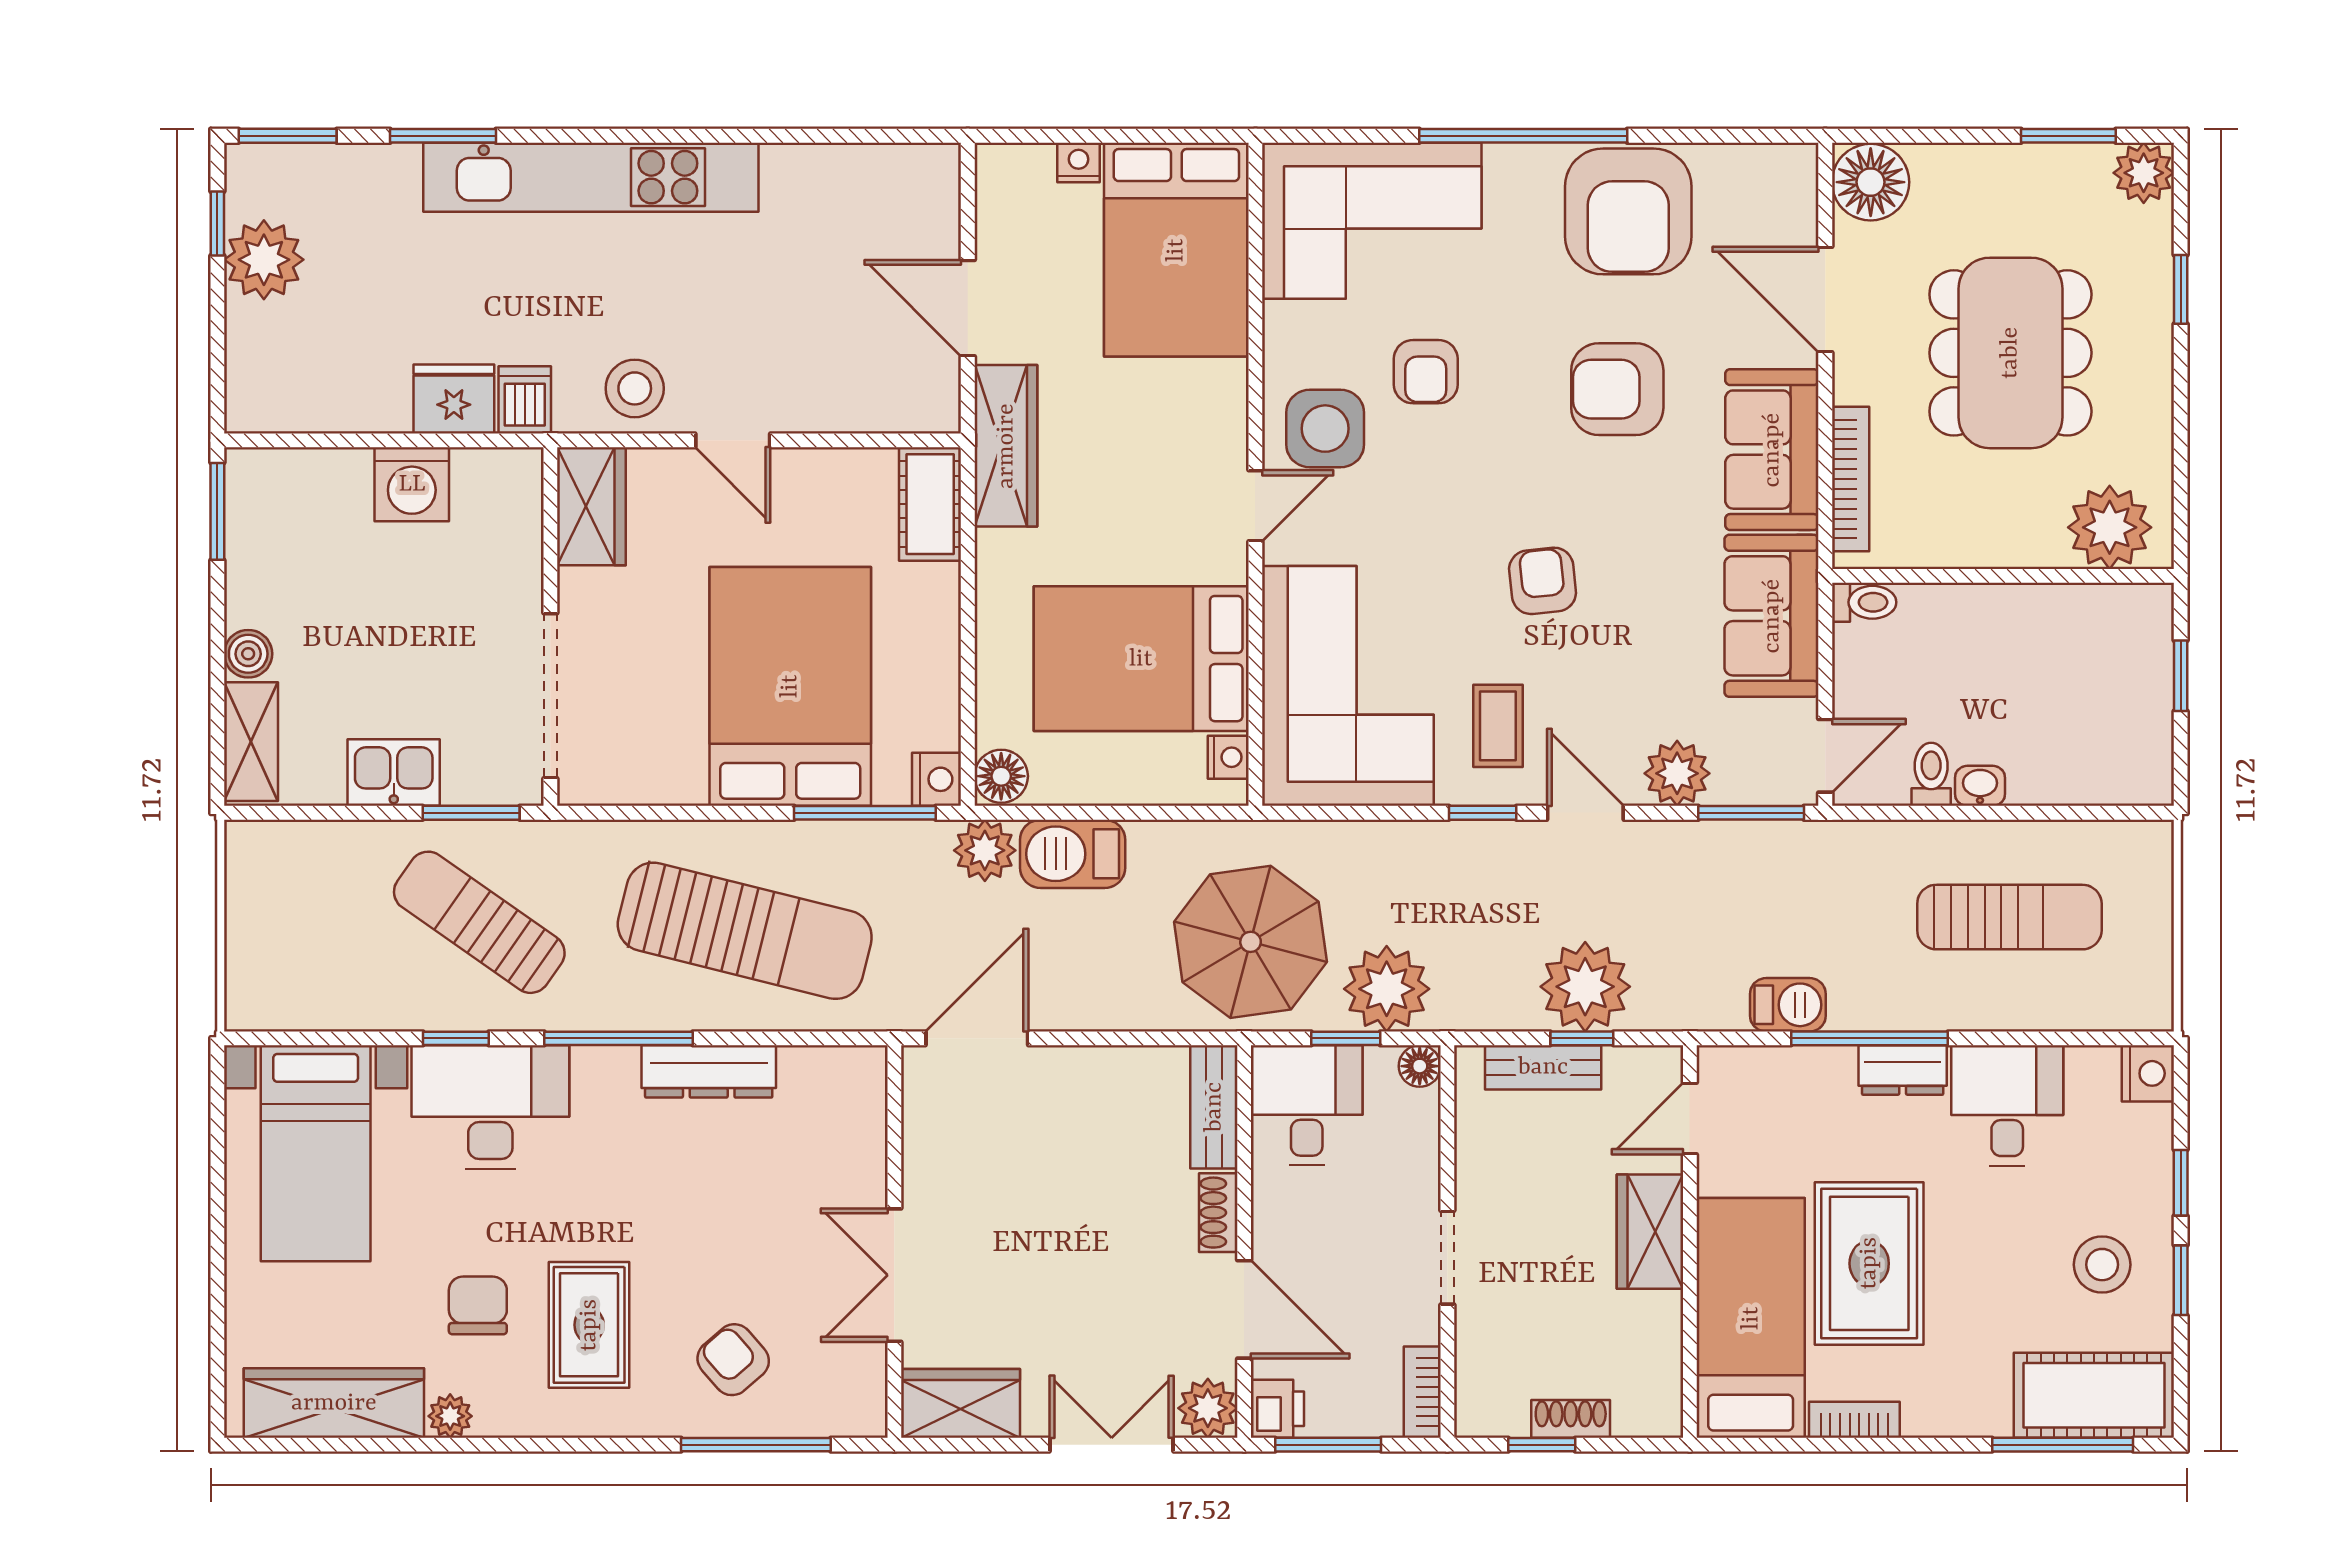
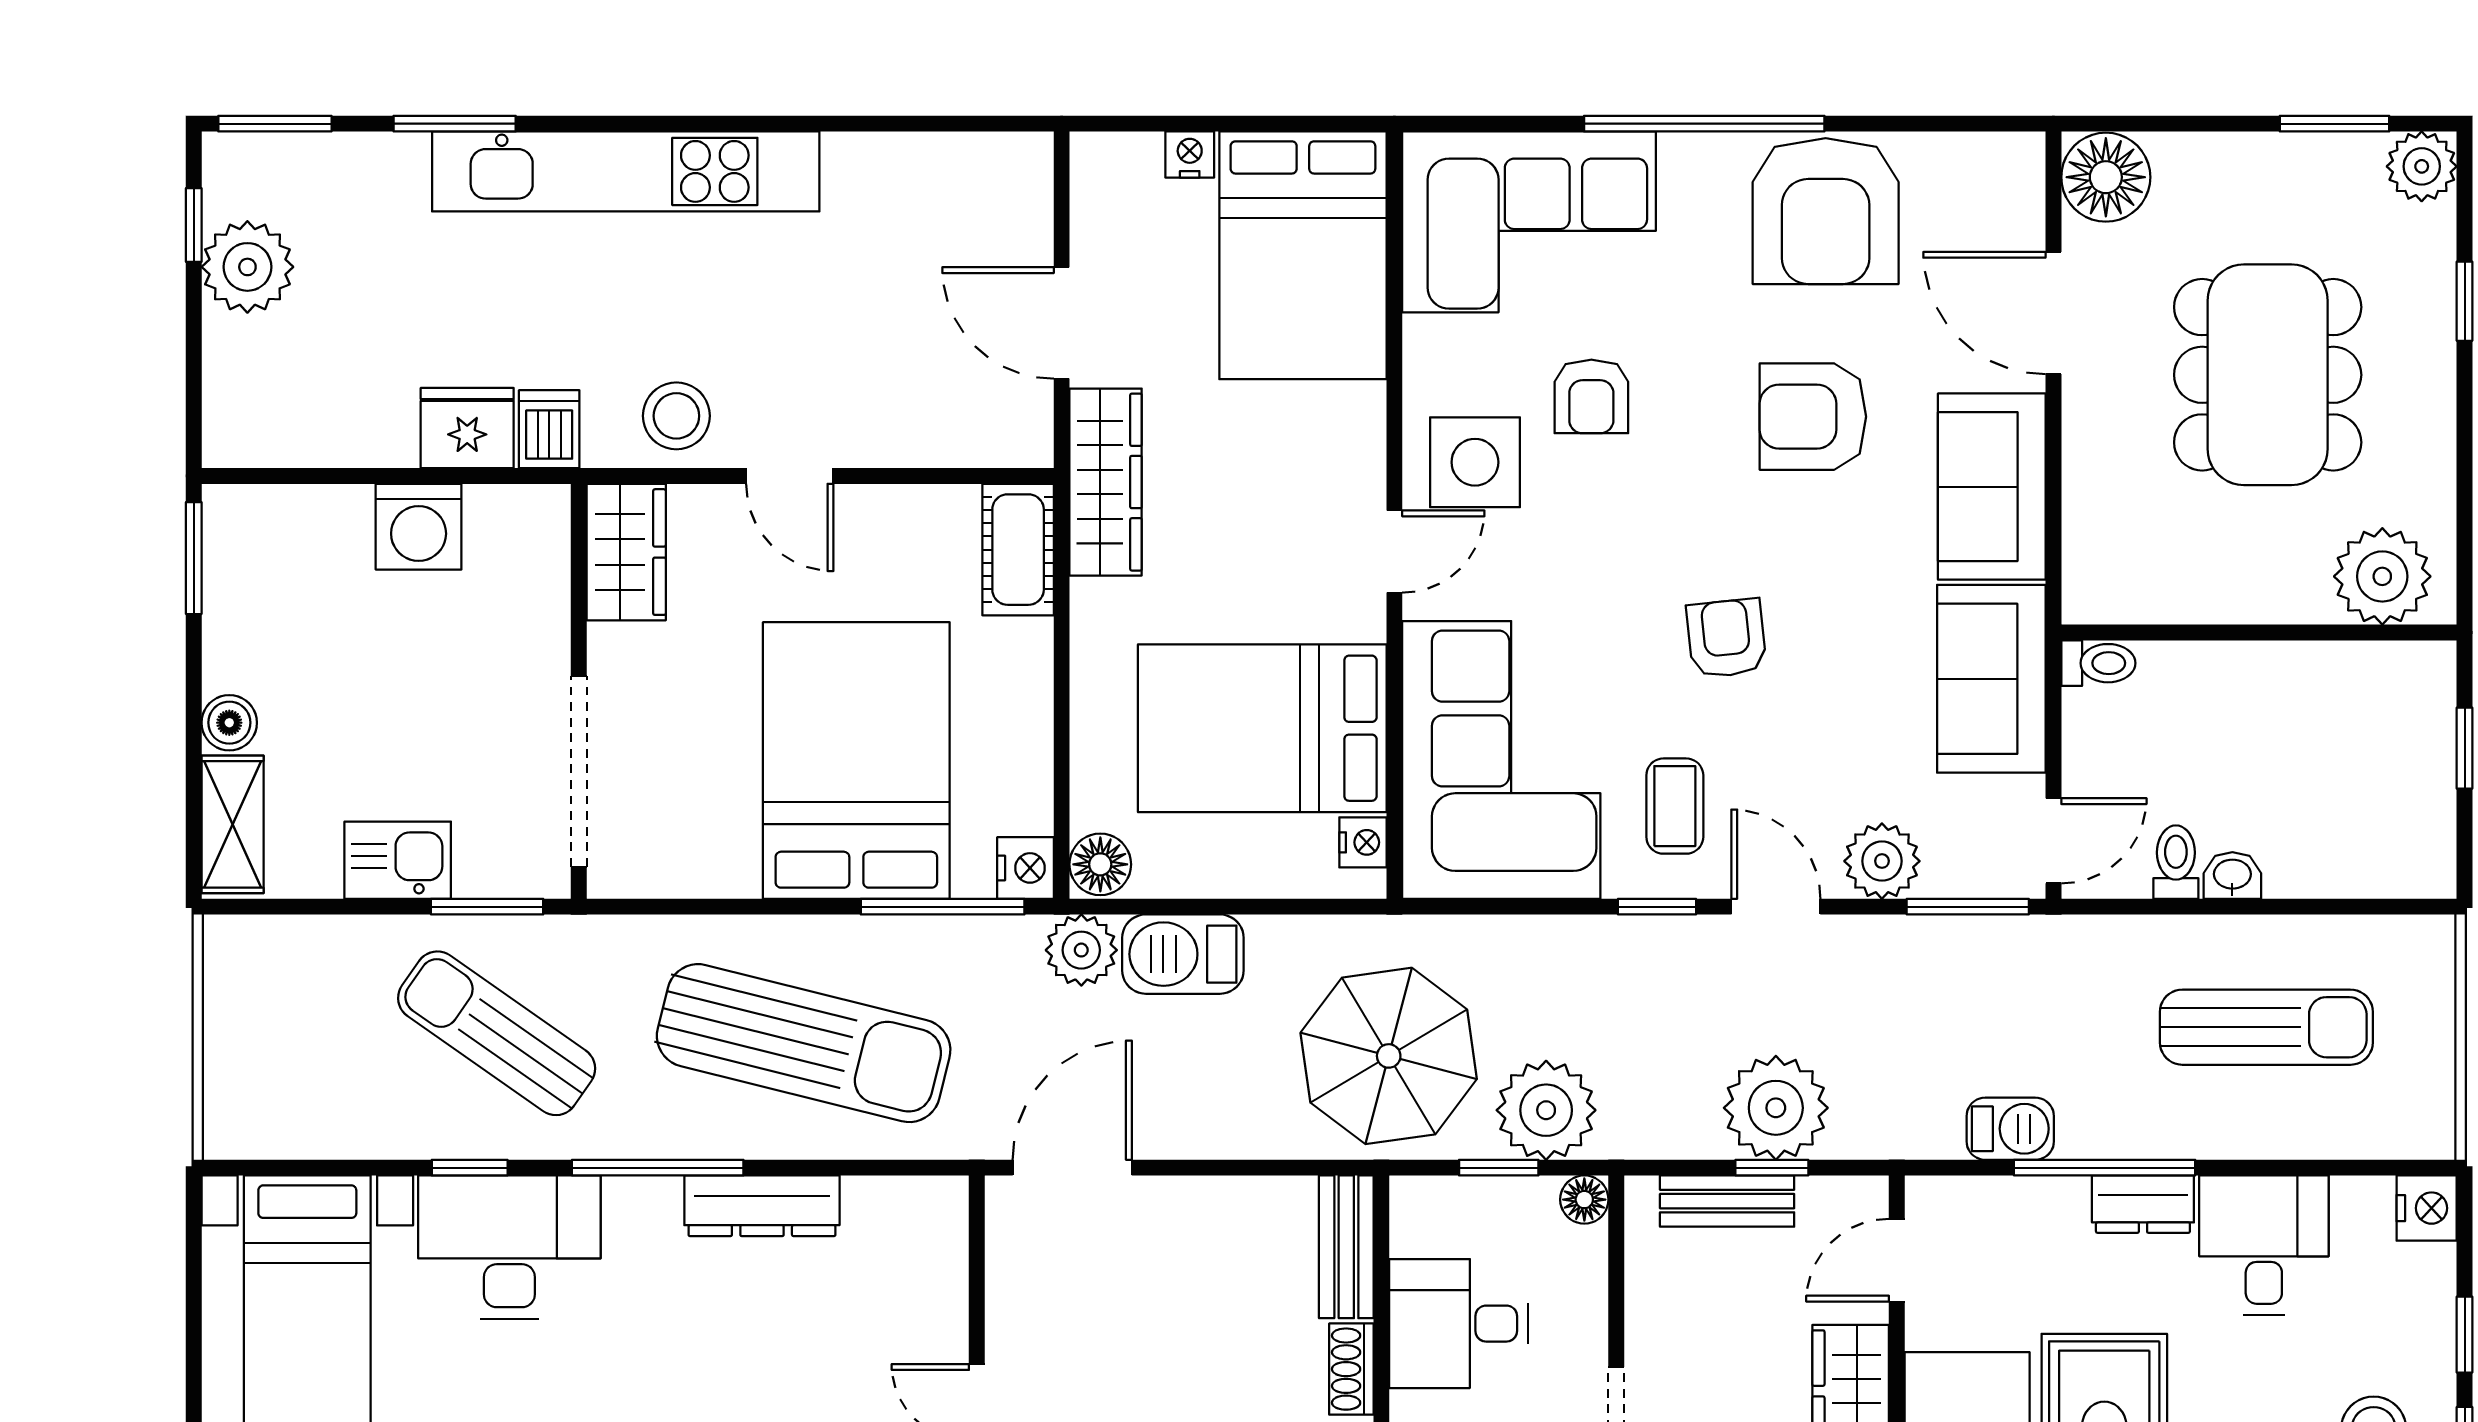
bookcase: (1851, 479) -> (2083, 521), removed
desk: (1307, 1105) -> (1459, 1324), moved, turned -90

